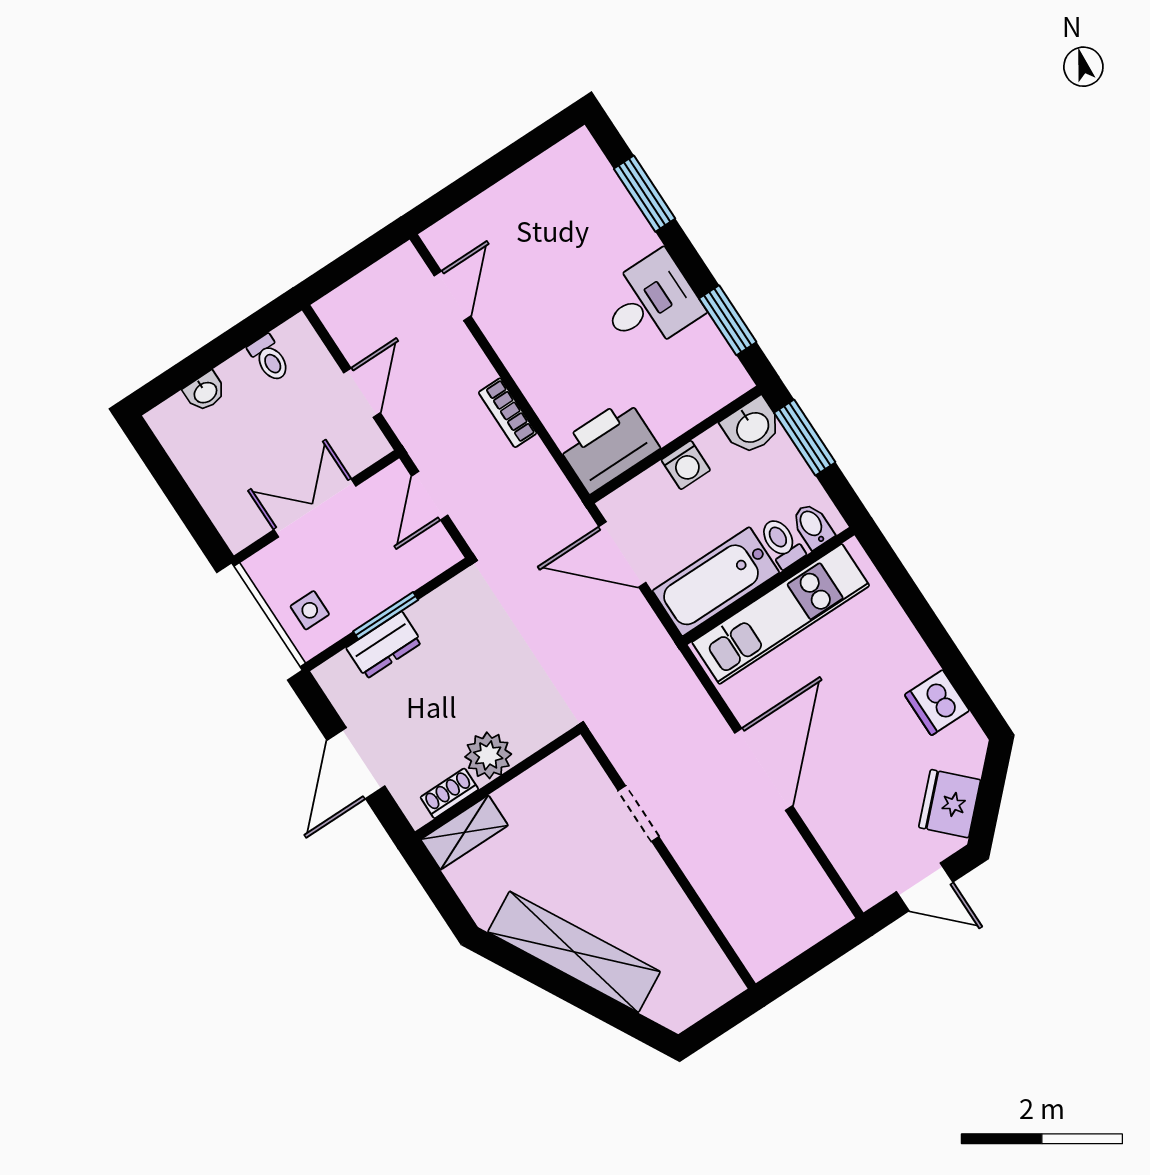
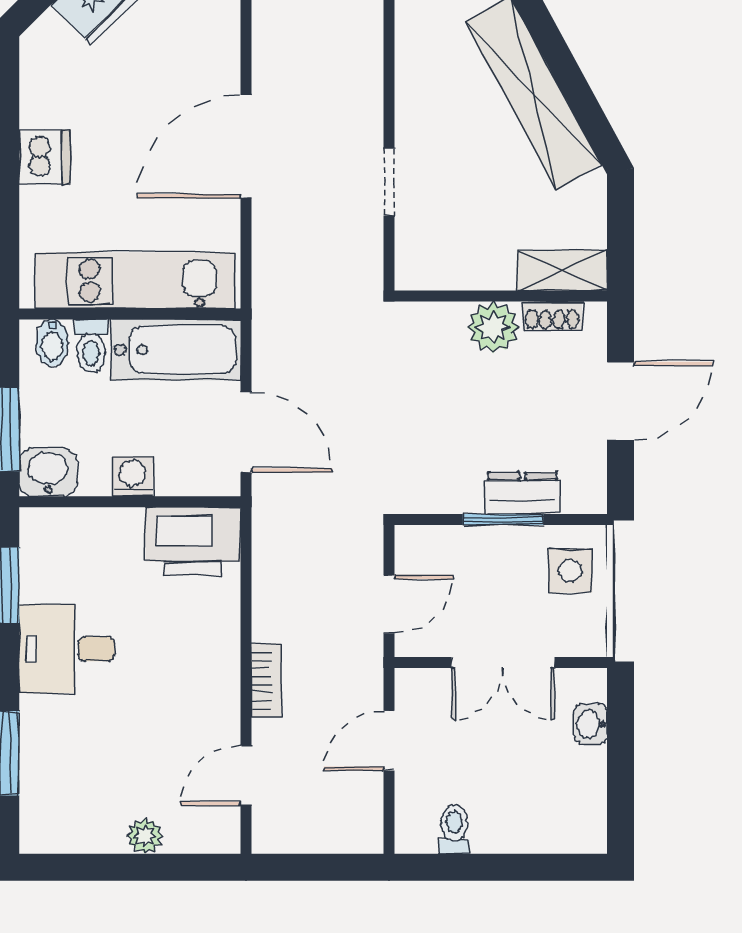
plant: (499, 200) -> (145, 836), added
washbasin: (205, 392) -> (591, 724), moved, turned -90
bookcase: (508, 413) -> (266, 680), moved
side table: (310, 610) -> (570, 571), width x1.37, depth x1.37
dishwasher: (937, 703) -> (45, 157), moved

